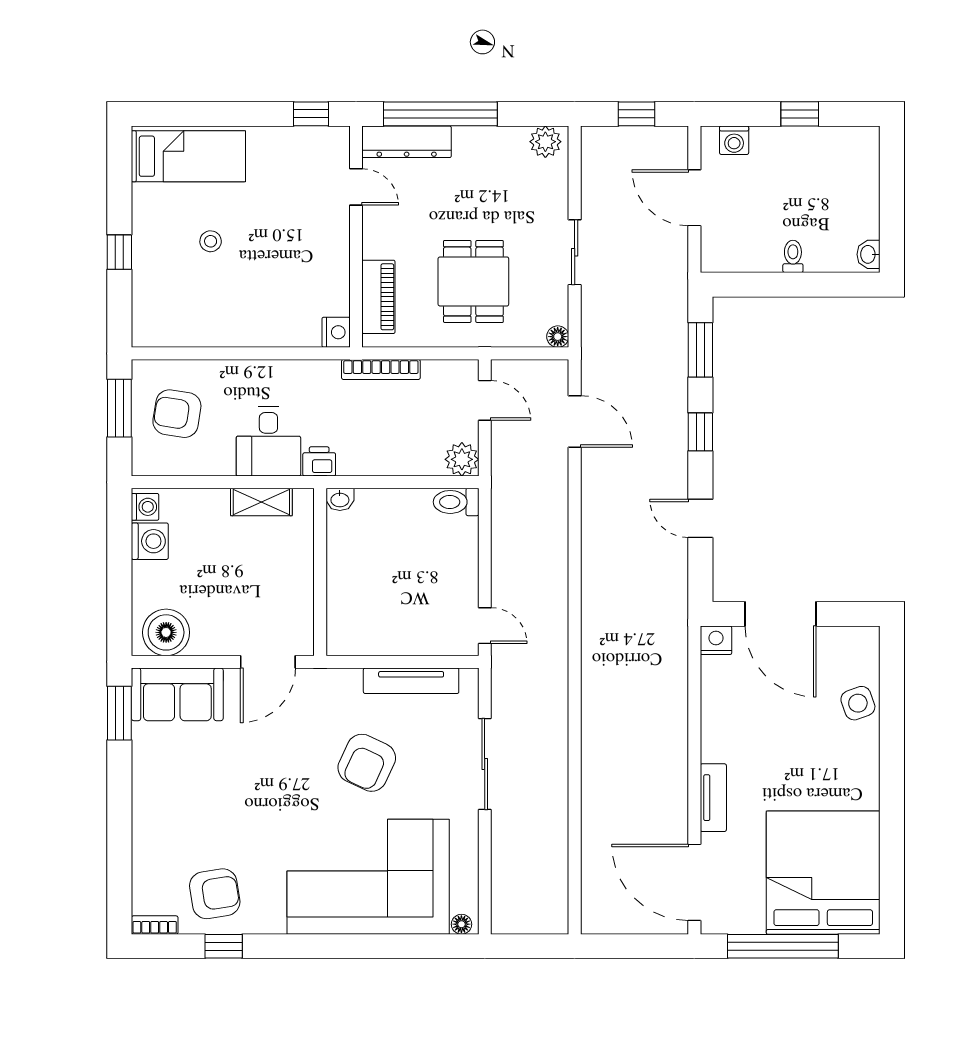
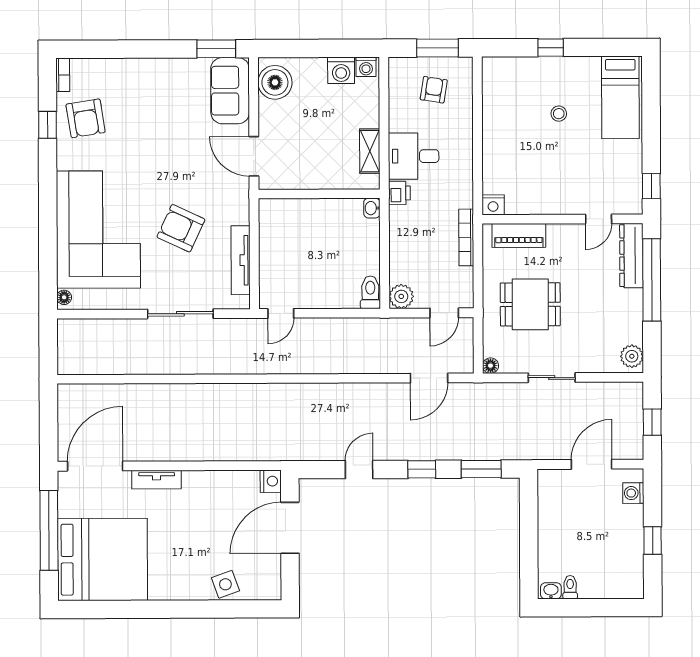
toilet: (793, 256) -> (570, 587), moved, turned -90
armchair: (177, 414) -> (434, 90), width x0.72, depth x0.72

